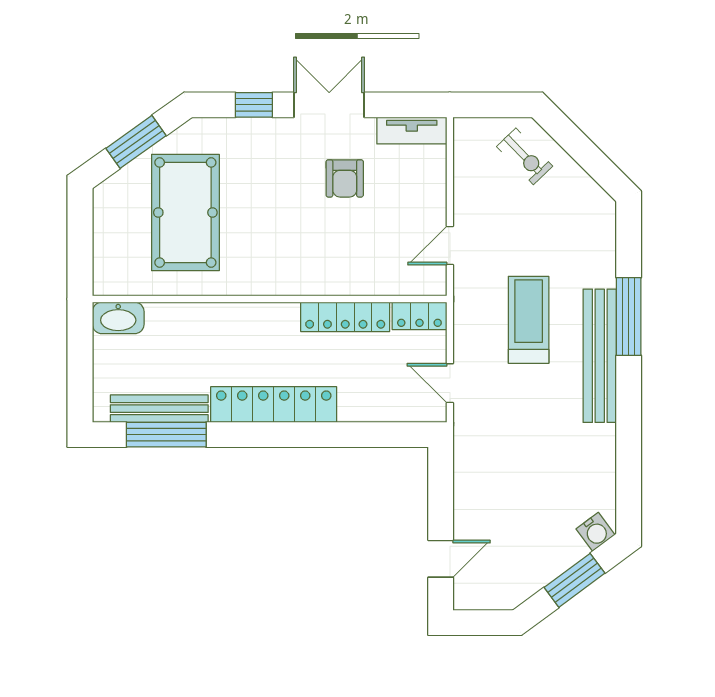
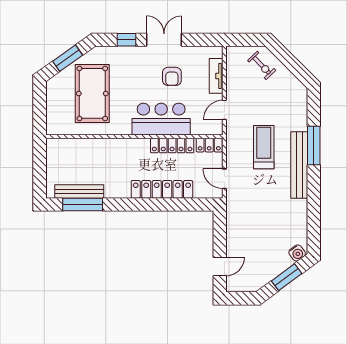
tv unit: (412, 131) -> (216, 76), moved, turned 90
bar counter: (323, 264) -> (161, 119), added
washbasin: (118, 318) -> (59, 146), removed
locker: (274, 404) -> (162, 189), moved

